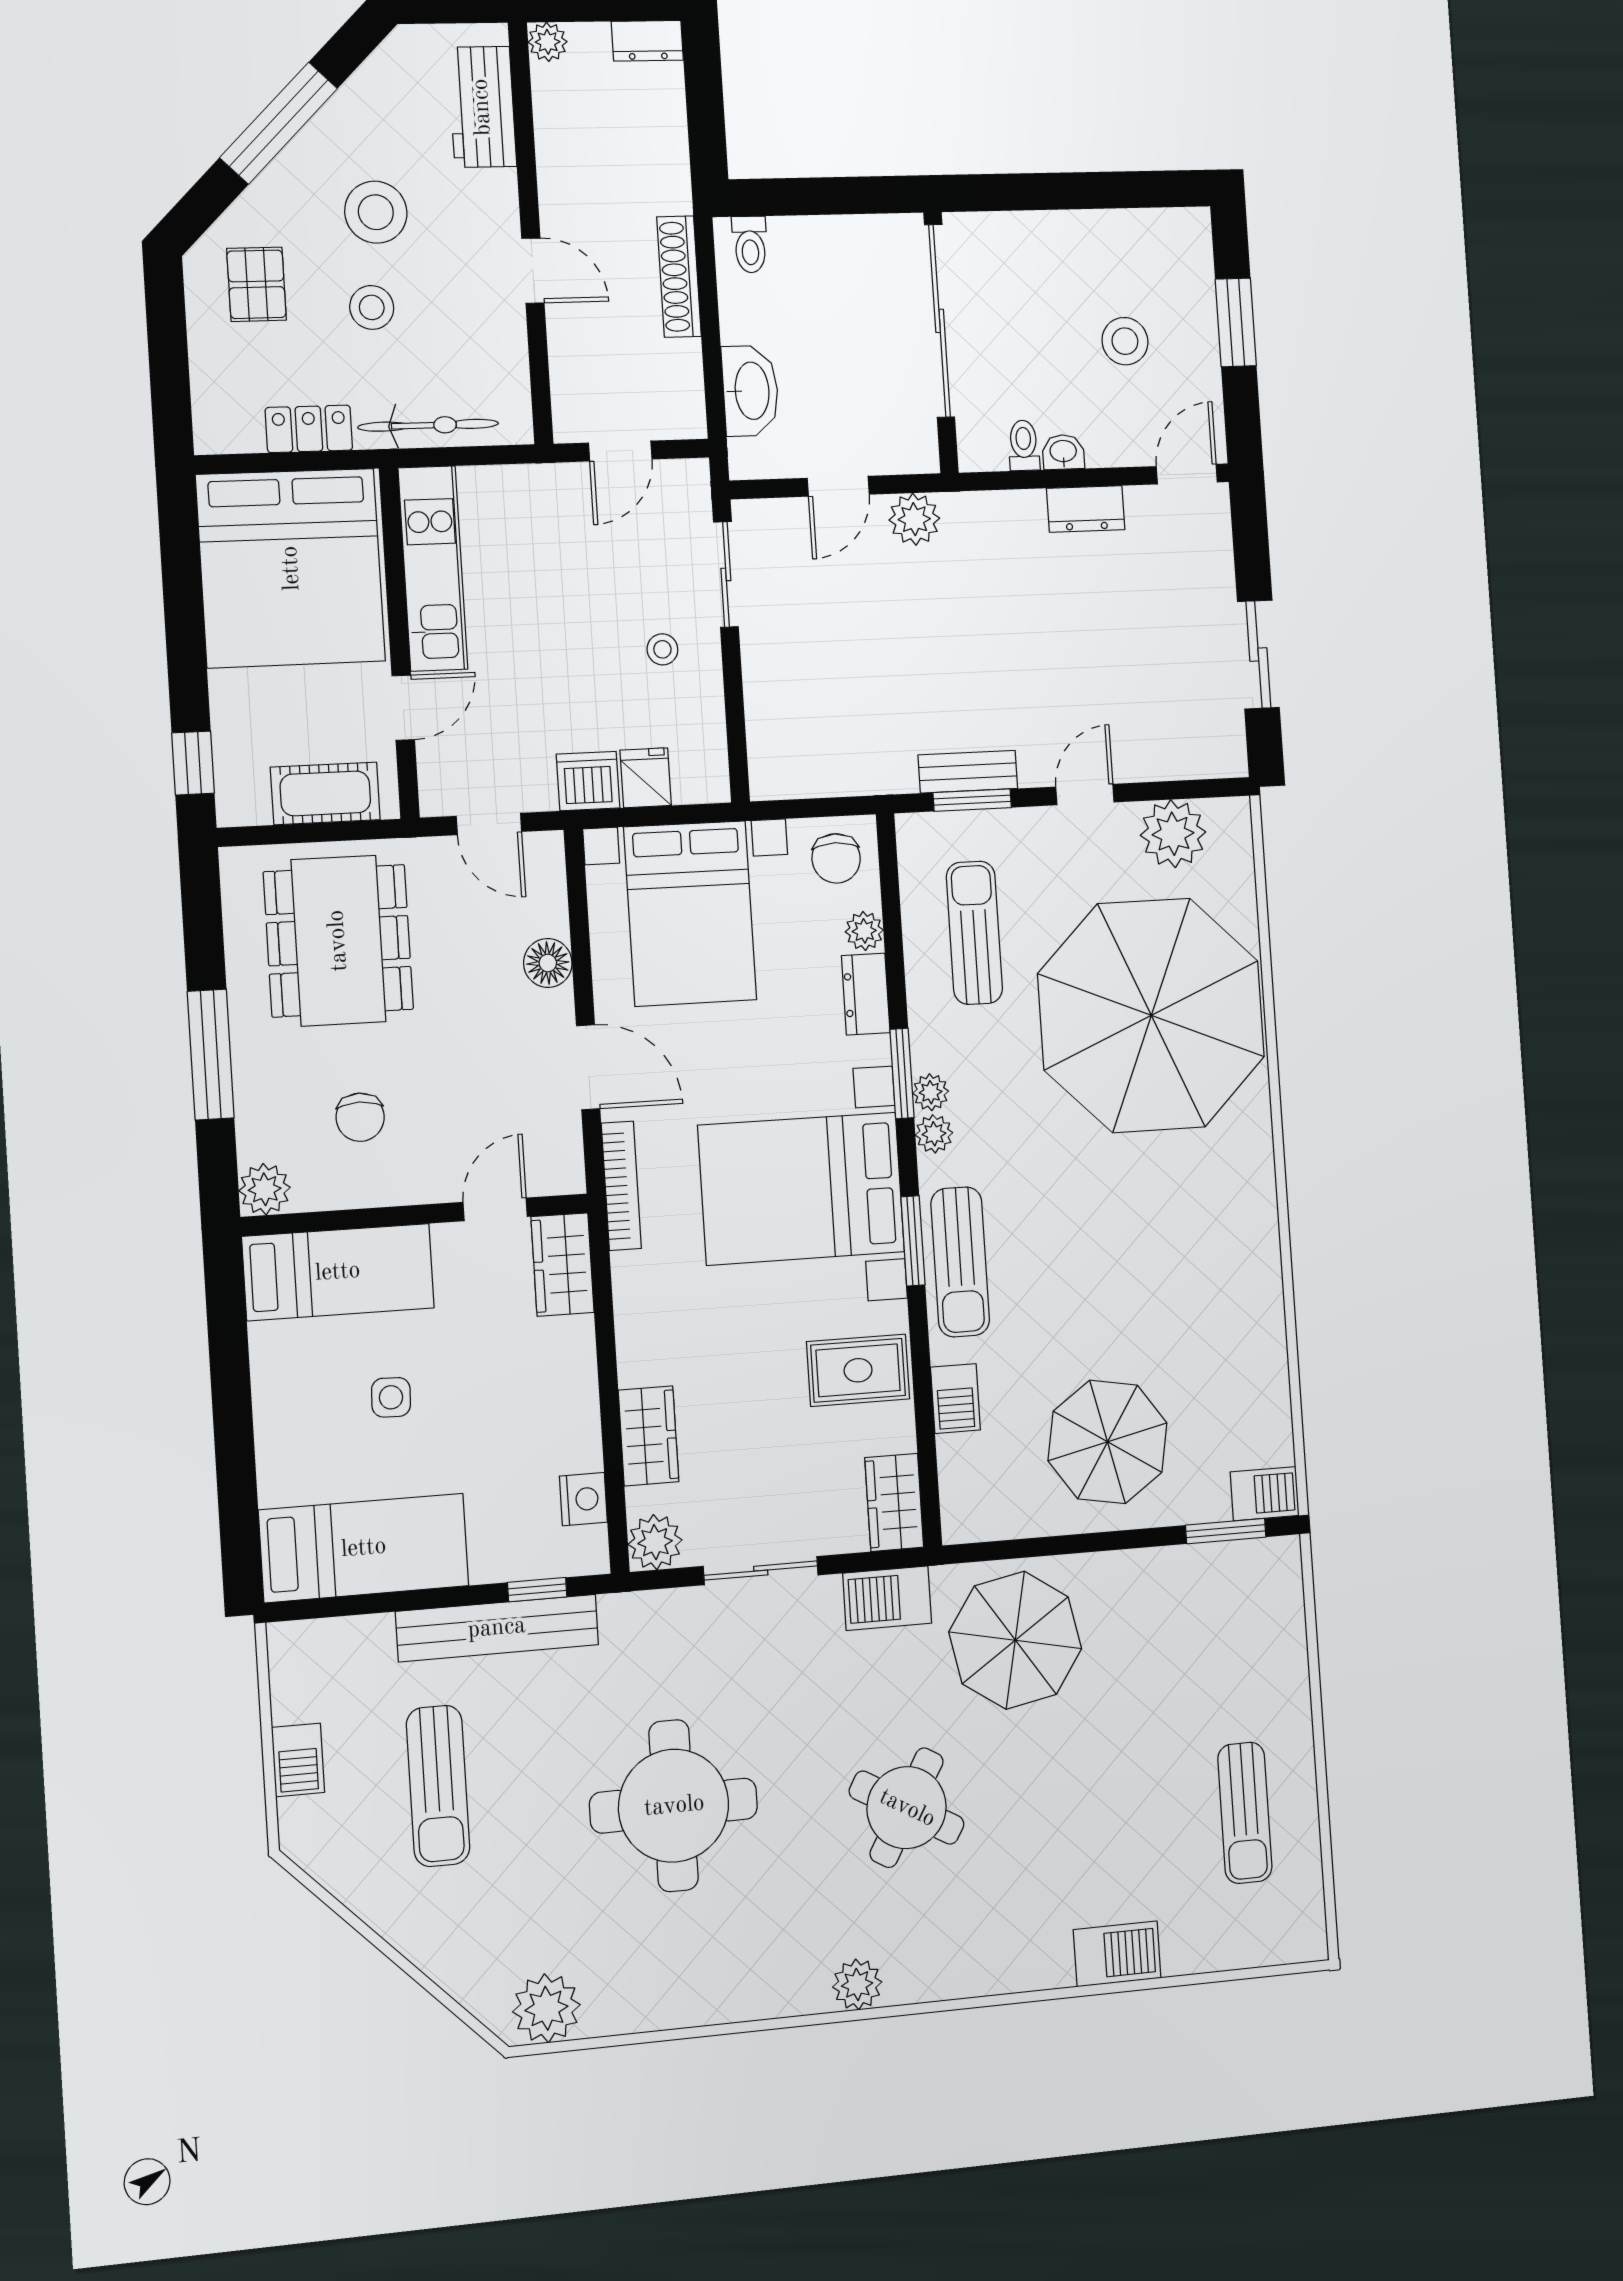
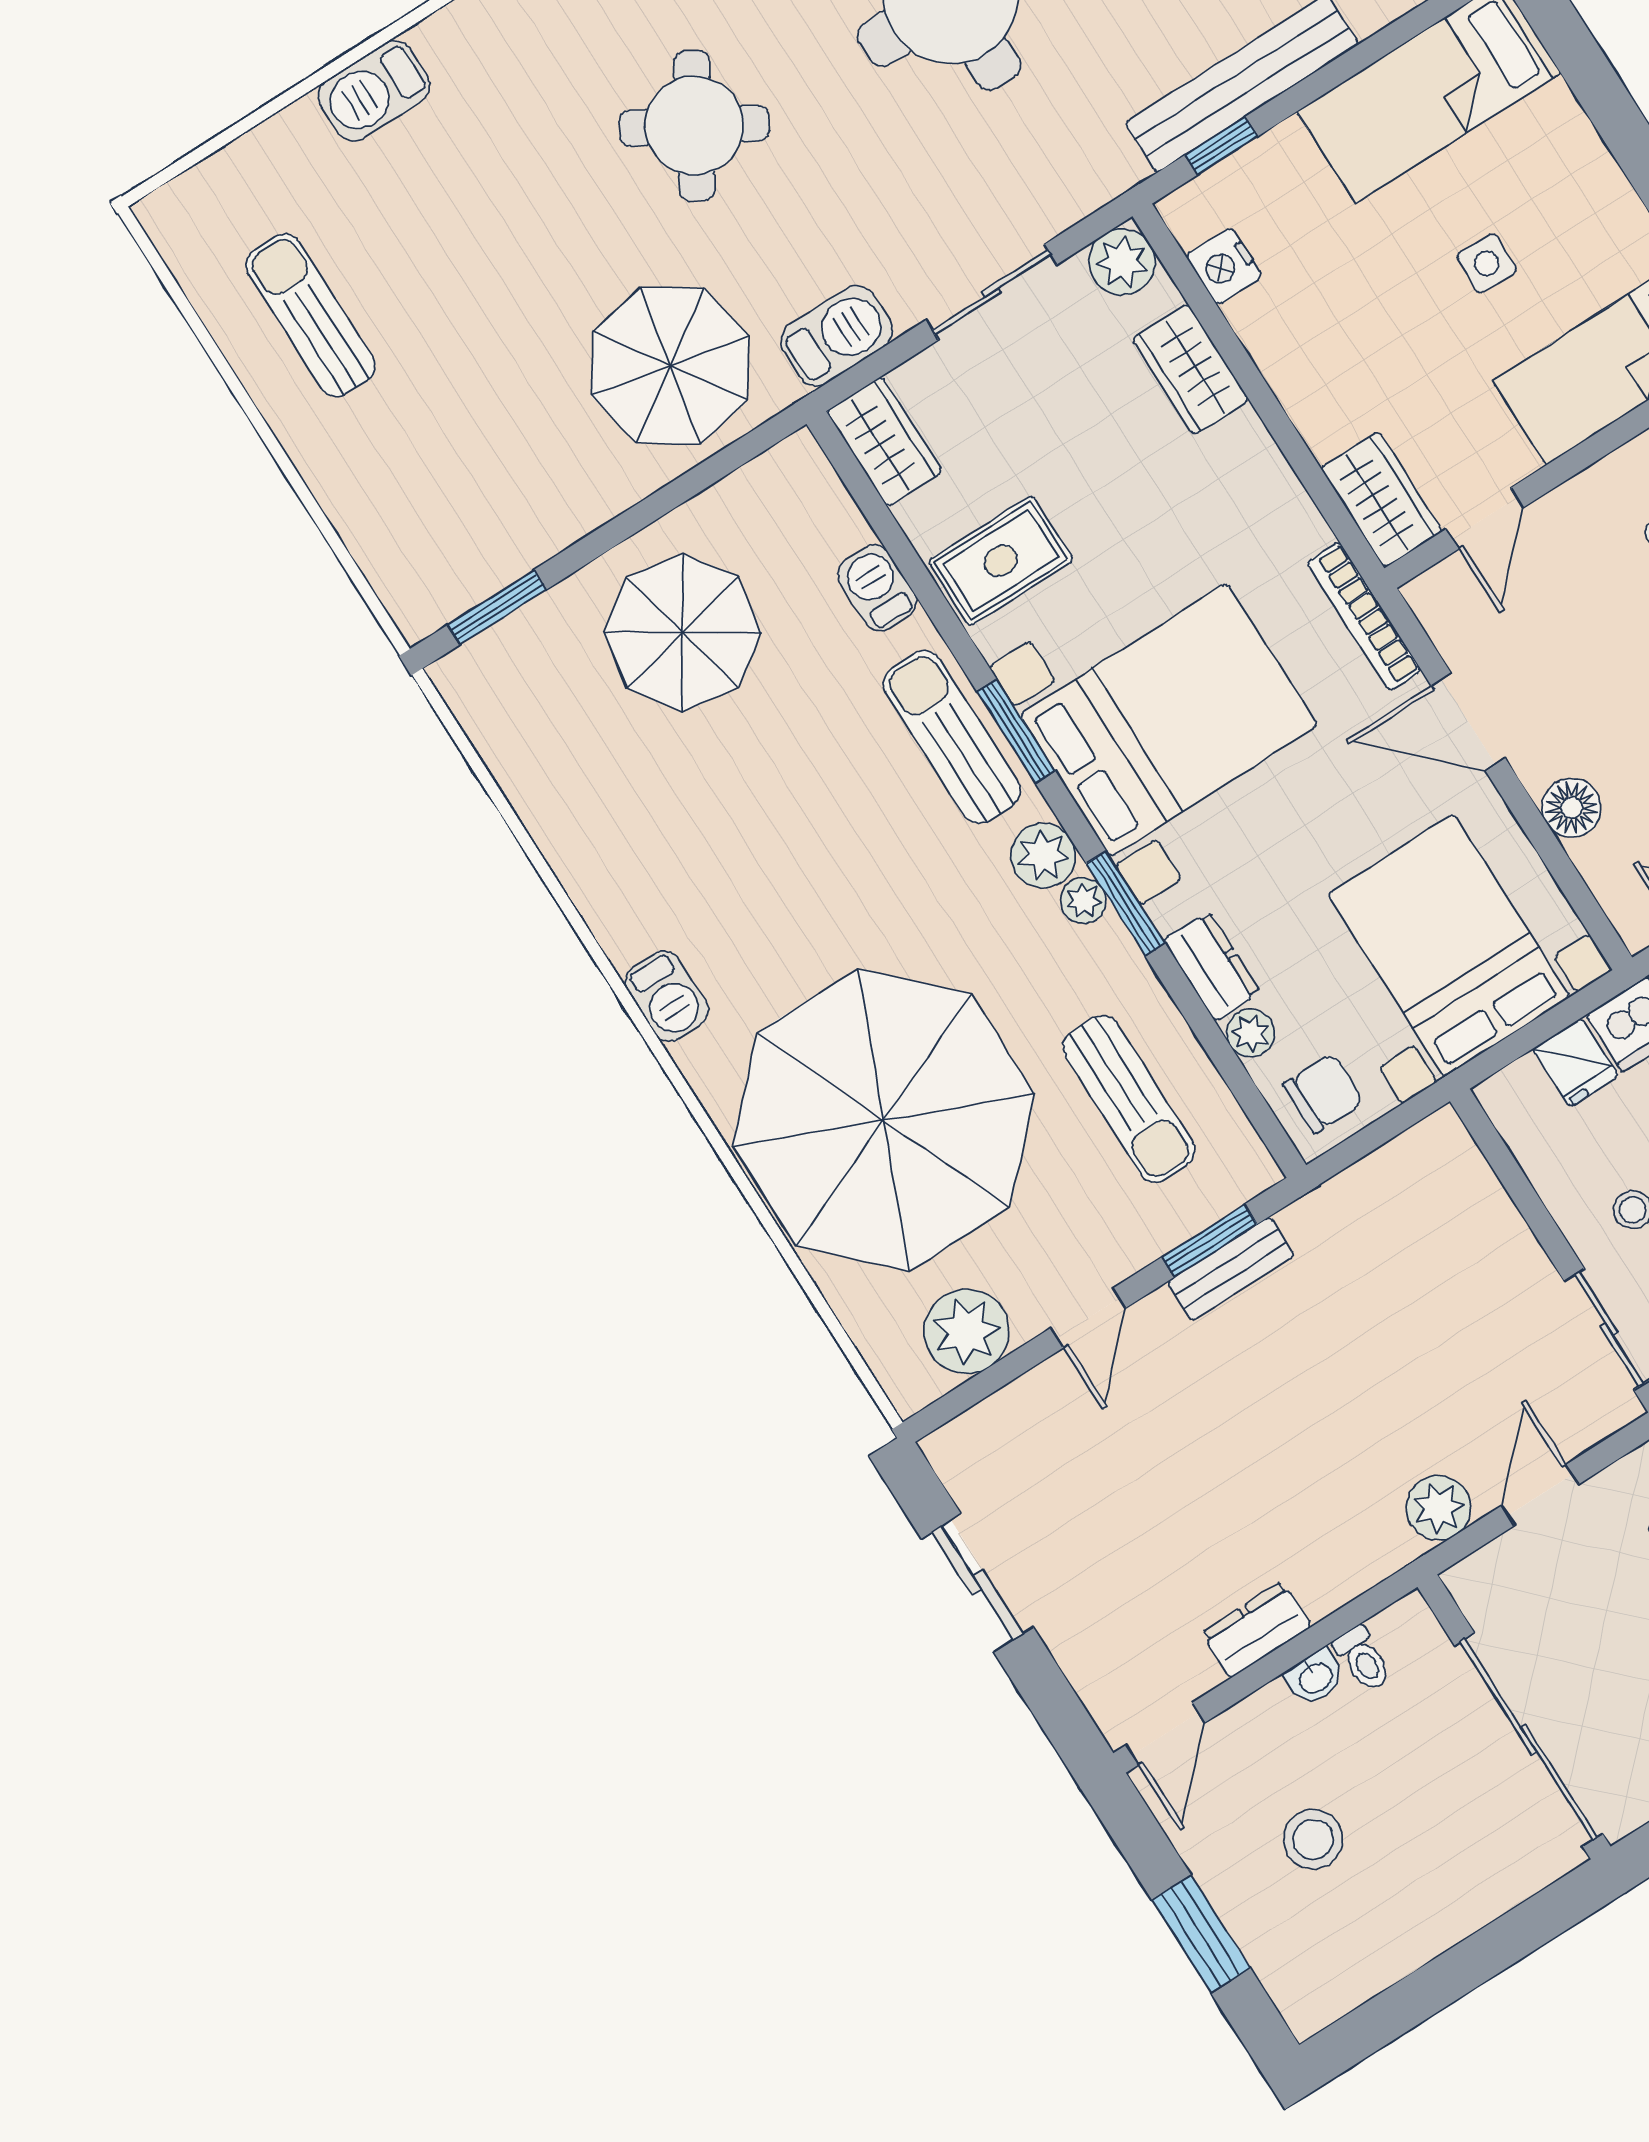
chair: (836, 858) -> (1324, 1093), turned 90
plant: (934, 1134) -> (1043, 856), width x1.38, depth x1.38
barbecue: (1265, 1494) -> (667, 996), moved, turned -90

